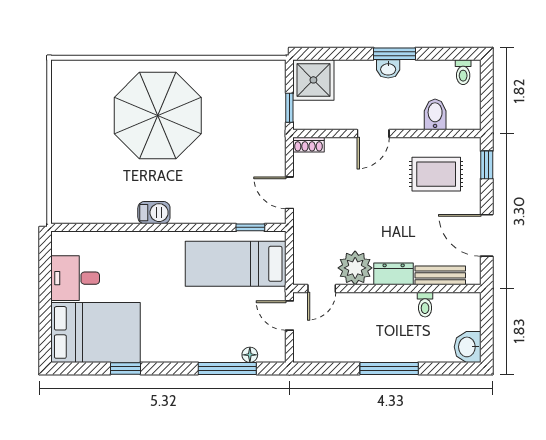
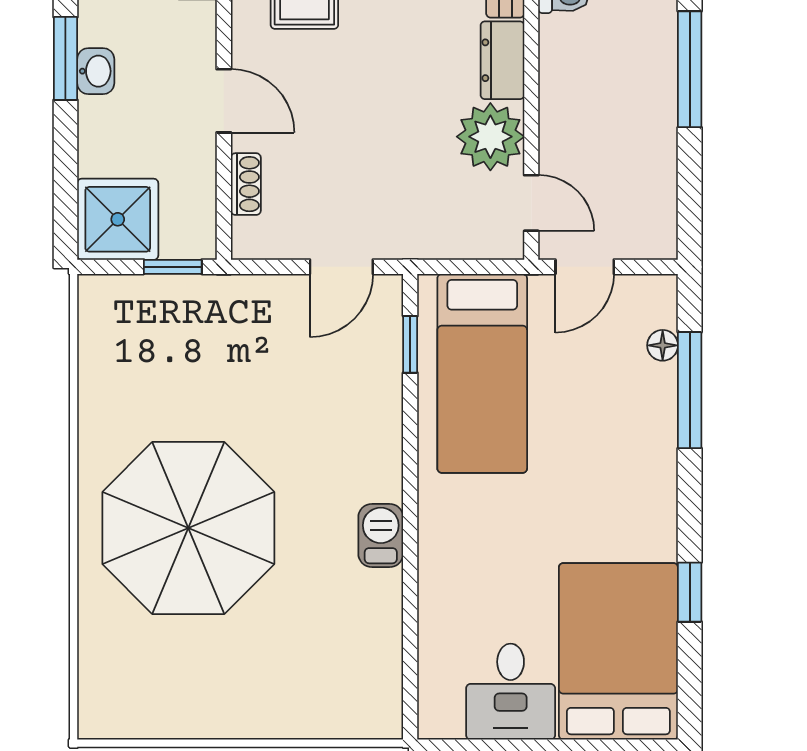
shoe rack: (308, 145) -> (246, 184), moved

